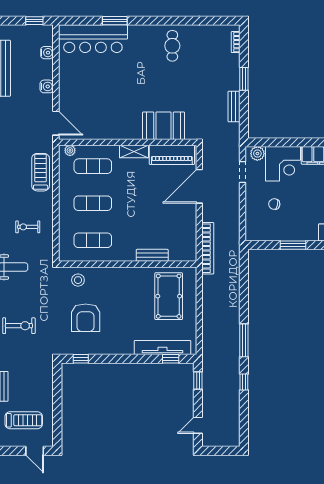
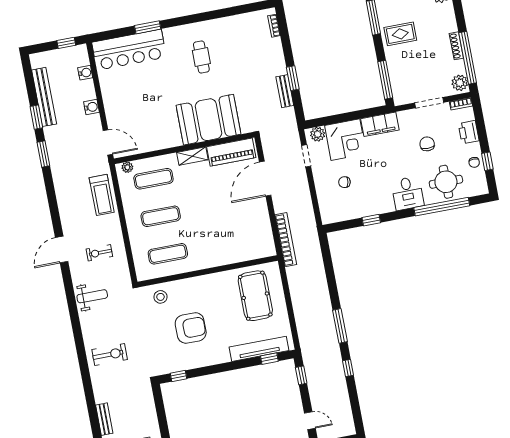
cafe table: (172, 46) -> (201, 57), moved
window: (244, 79) -> (293, 78), moved
booth: (164, 126) -> (208, 120), width x1.36, depth x1.42
treadmill: (41, 172) -> (102, 195), turned 180
window: (293, 245) -> (371, 220), width x0.67
bench: (152, 255) -> (231, 258), removed
armchair: (86, 318) -> (191, 328), moved, turned -90
door: (198, 425) -> (310, 421), swing flipped

